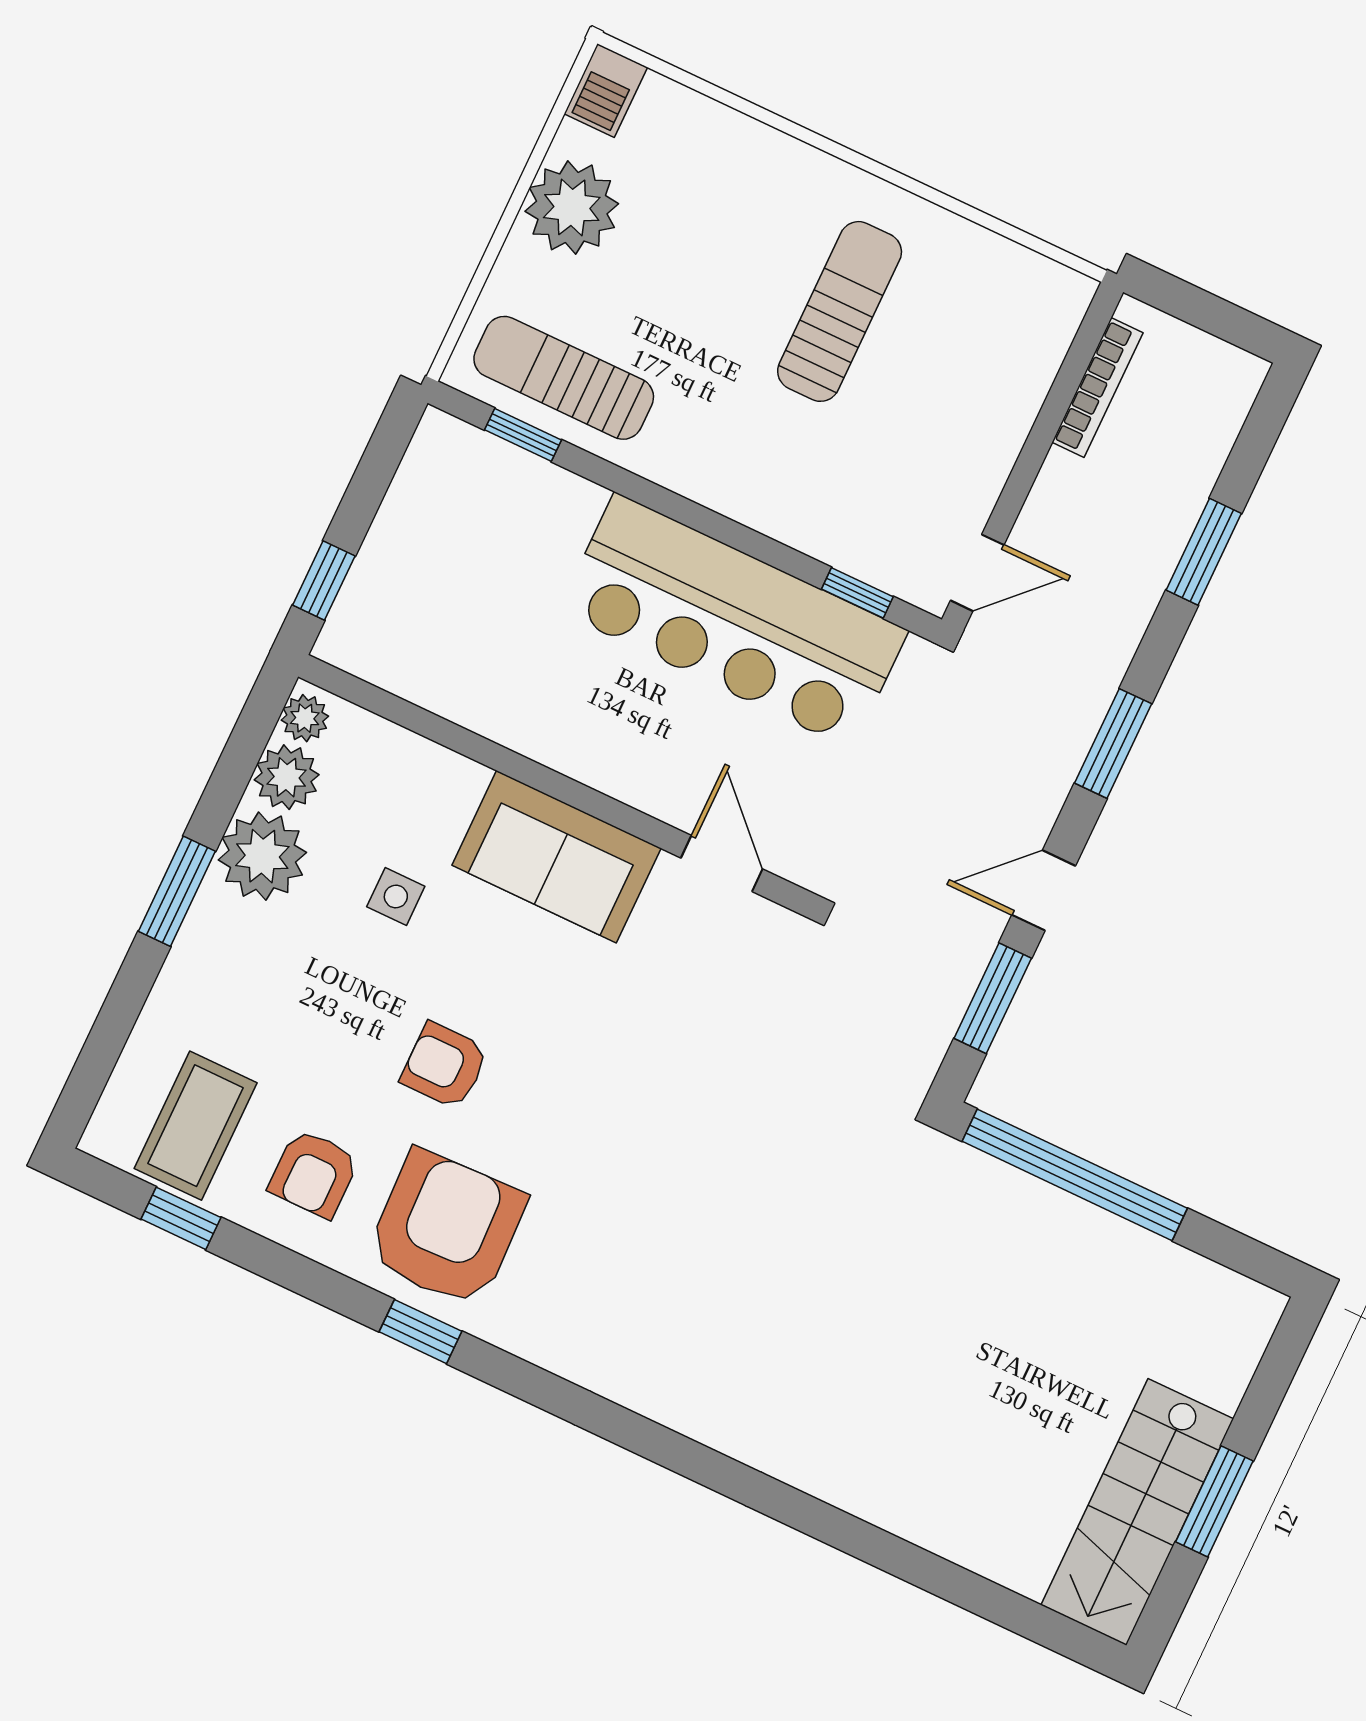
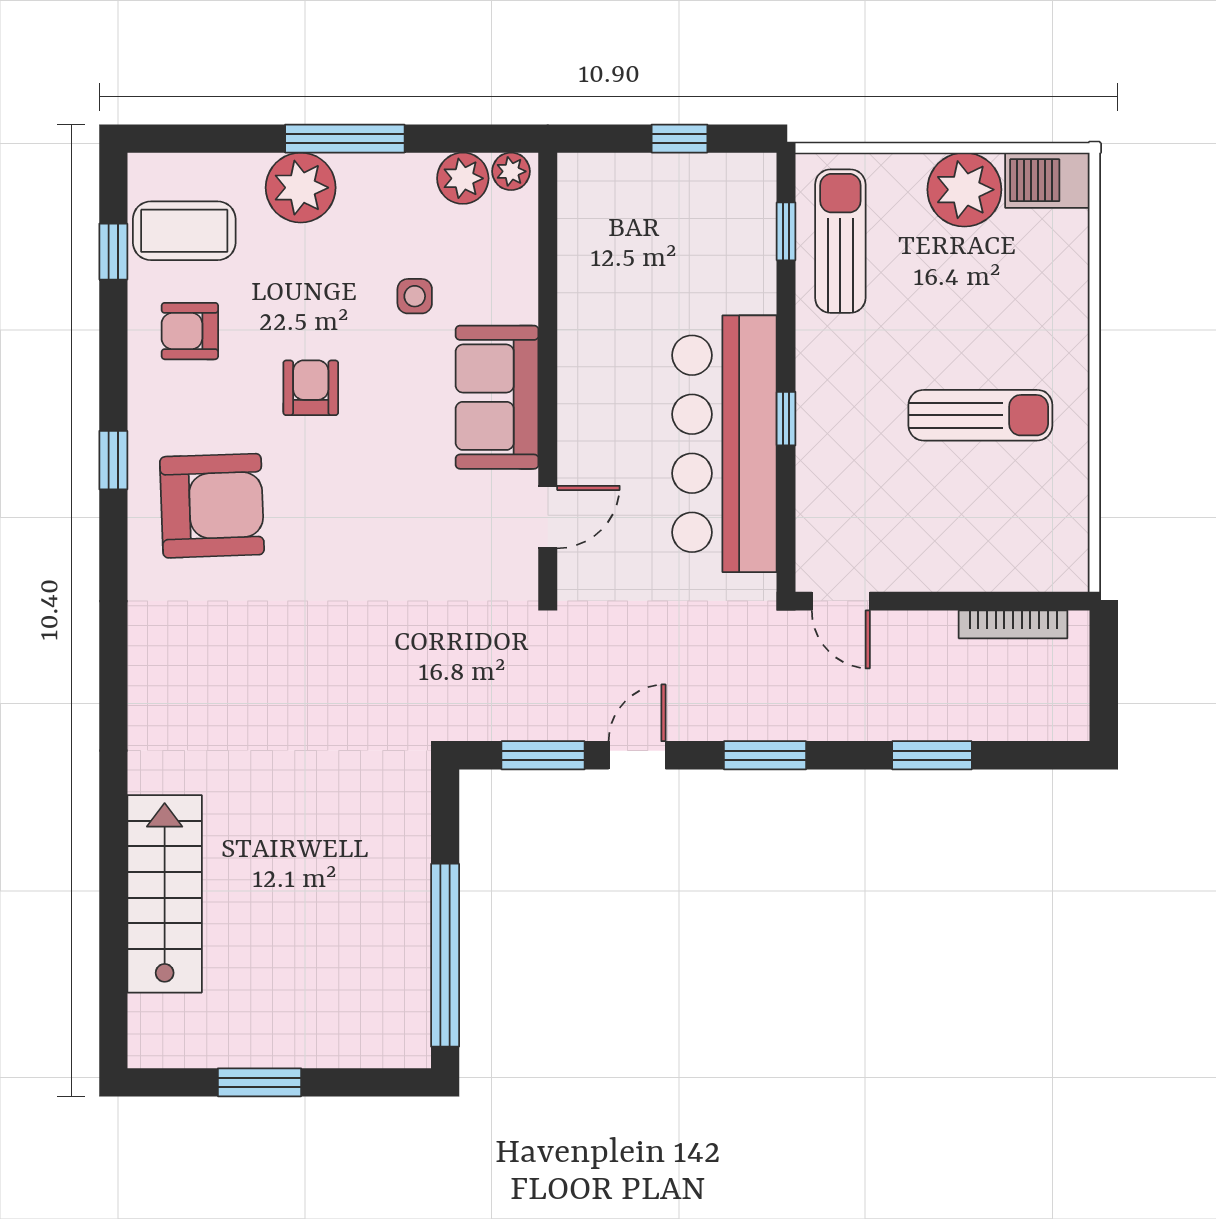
barbecue: (606, 91) -> (1047, 180), width x1.38, depth x1.27
window: (324, 580) -> (679, 139), moved
window: (857, 593) -> (786, 419), moved
plant: (262, 856) -> (301, 188), moved
door: (1044, 890) -> (637, 755), hinge flipped
window: (177, 891) -> (345, 139), width x1.44
window: (1075, 1175) -> (445, 955), moved
armchair: (446, 1228) -> (212, 506), moved
stairs: (1137, 1512) -> (165, 894), moved, turned 90

